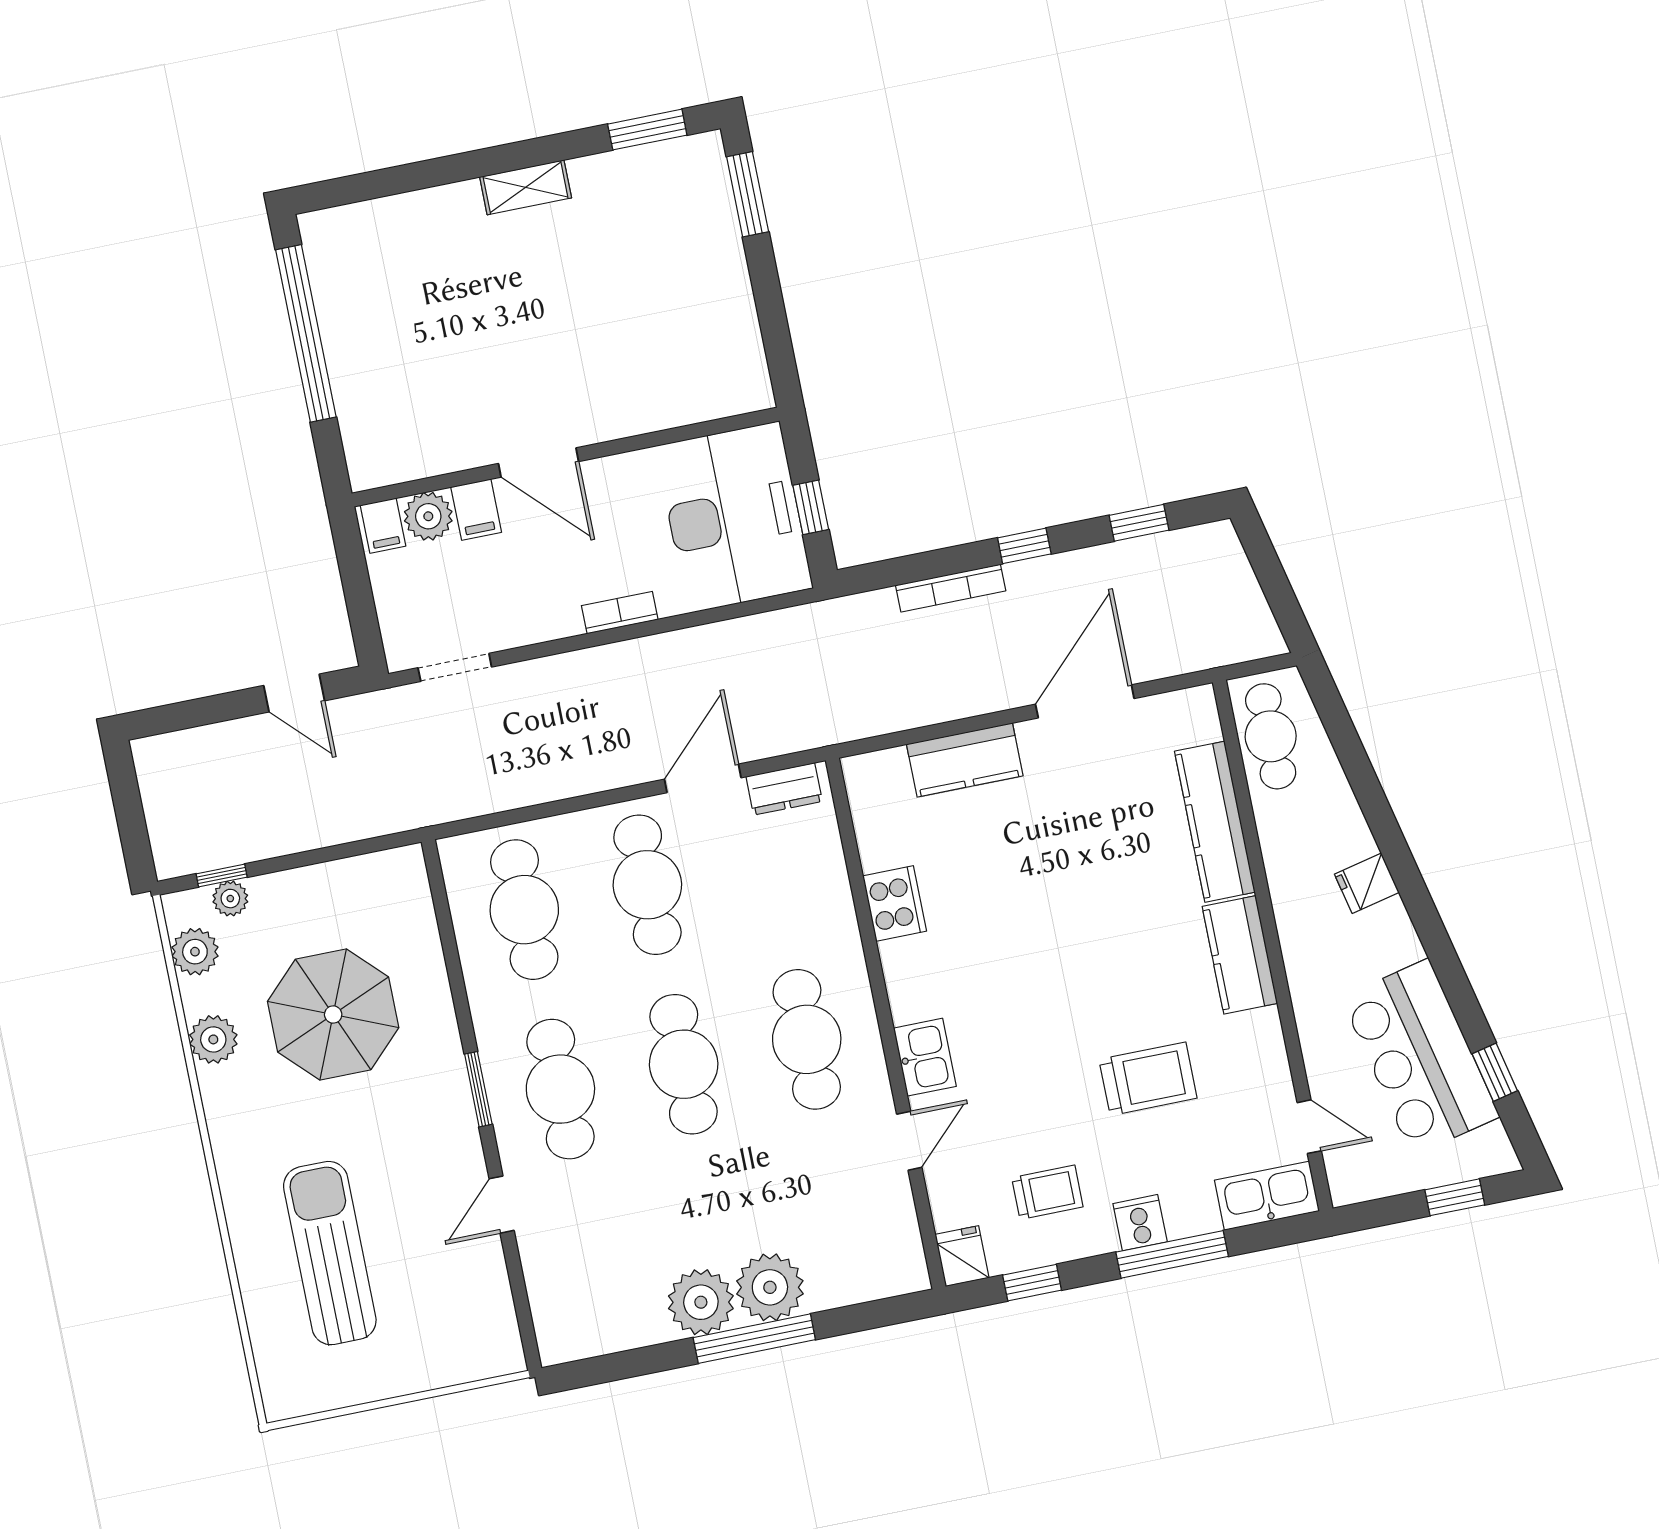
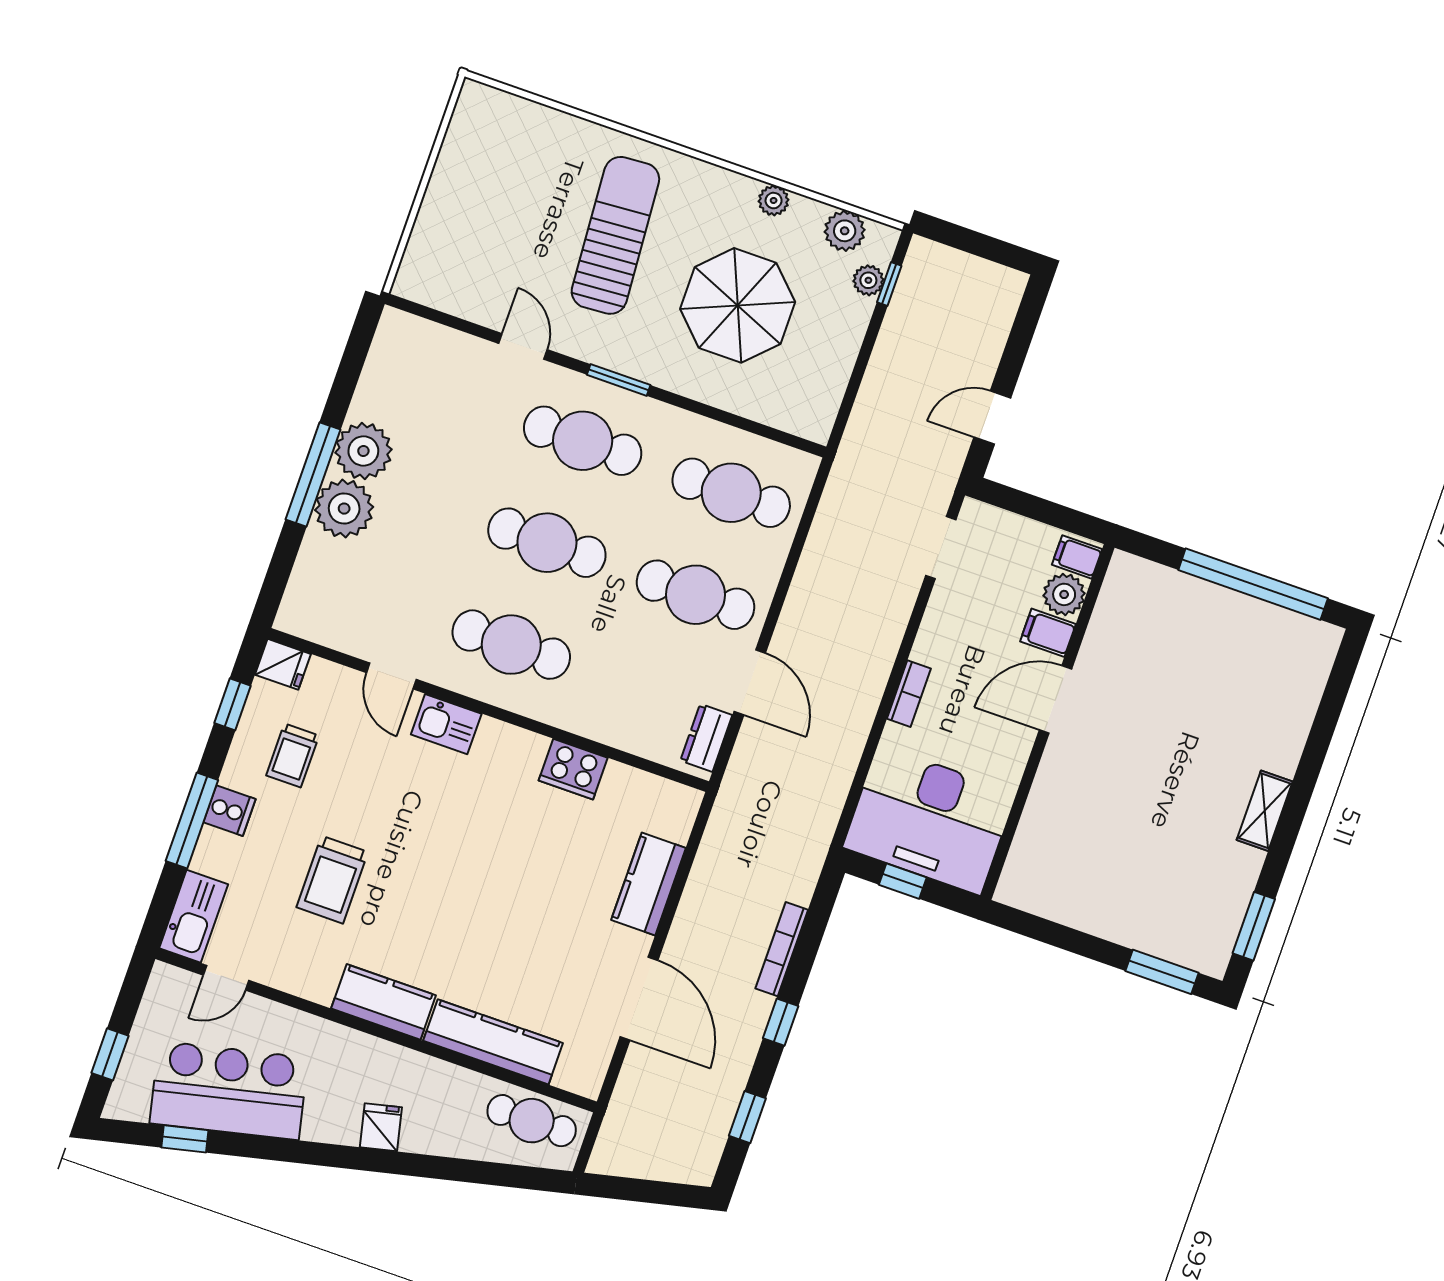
plant: (213, 1039) -> (774, 201), width x0.73, depth x0.73
sun lounger: (330, 1253) -> (615, 235), moved, turned -94

